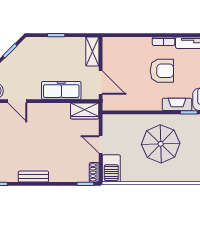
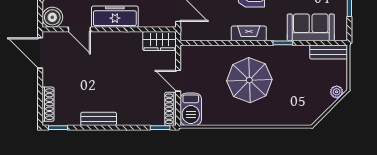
freezer: (61, 90) -> (115, 17), moved
fireplace: (177, 104) -> (249, 33), moved
shoe rack: (94, 172) -> (170, 109), width x1.43

